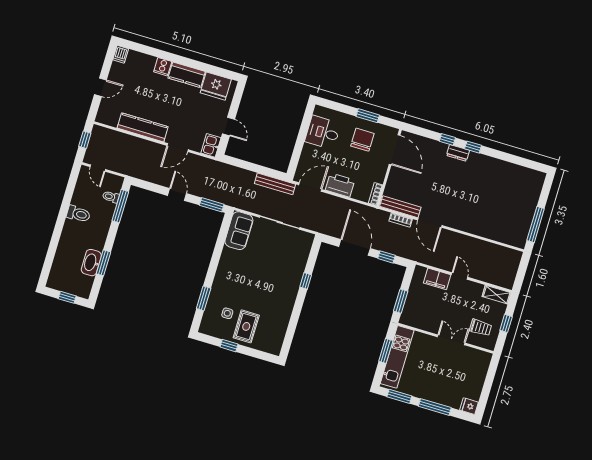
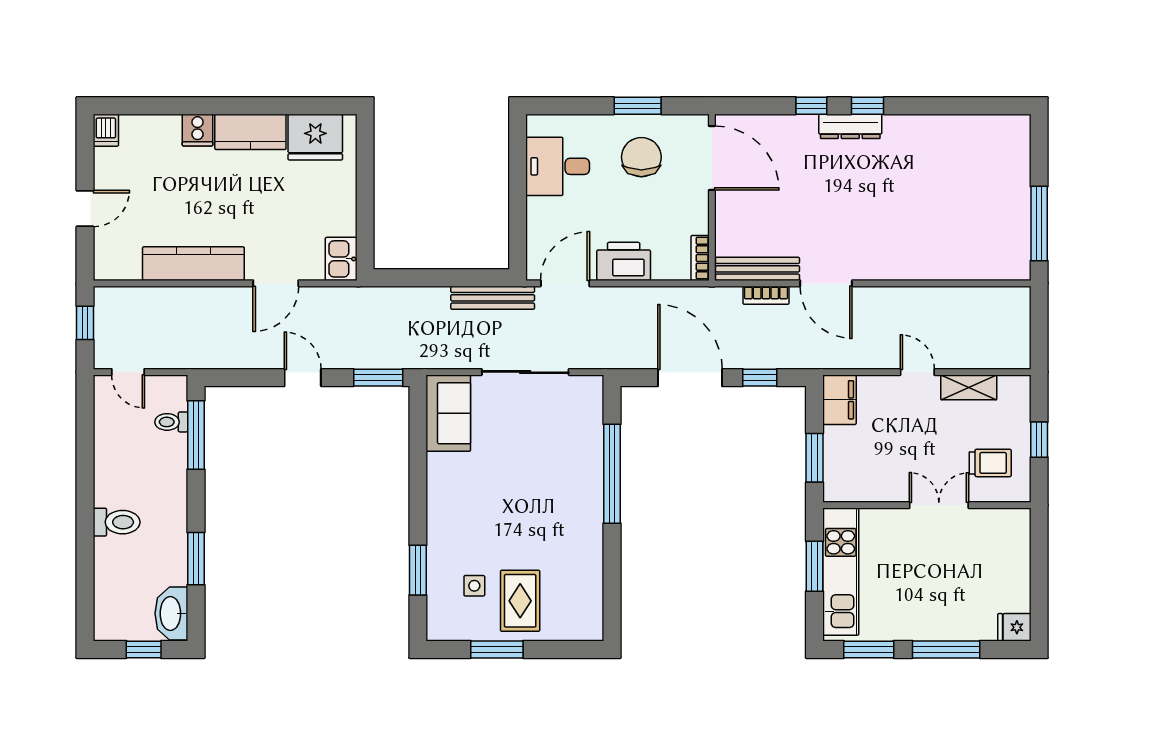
door: (228, 127) -> (365, 211), removed
dresser: (458, 153) -> (850, 126), width x1.44
toilet: (78, 214) -> (117, 522), moved
washbasin: (91, 263) -> (171, 613), moved
filing cabinet: (437, 279) -> (839, 400), moved, turned -90
window: (306, 281) -> (612, 474), width x3.17
shelving: (497, 295) -> (969, 387), moved
window: (229, 346) -> (497, 649), width x1.50

